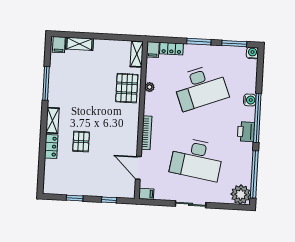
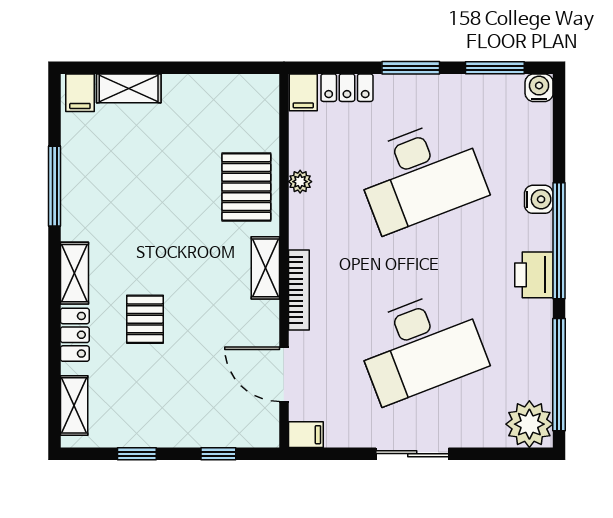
shelving: (137, 54) -> (265, 268), moved
desk: (197, 159) -> (421, 346), turned -30
shelving: (49, 176) -> (74, 405), added

